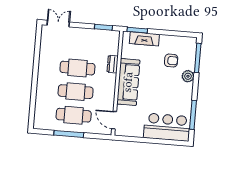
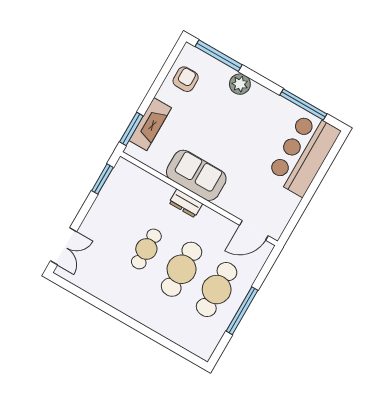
double door: (58, 24) -> (64, 246), swing flipped
armchair: (171, 61) -> (186, 79), moved
dresser: (113, 64) -> (186, 203), moved
cafe table: (77, 68) -> (146, 249), width x0.73, depth x0.74
sofa: (128, 82) -> (196, 175), width x0.73

